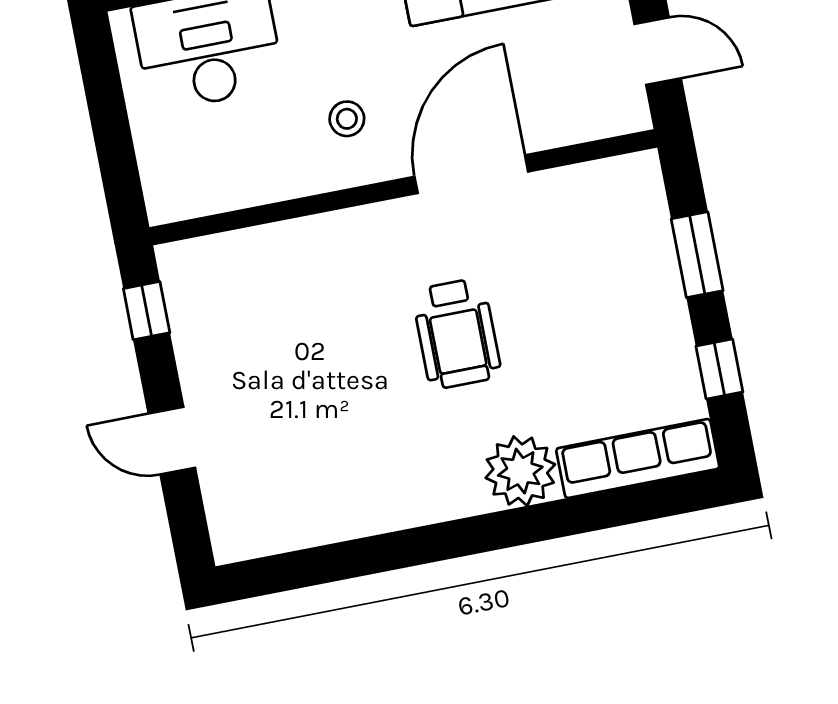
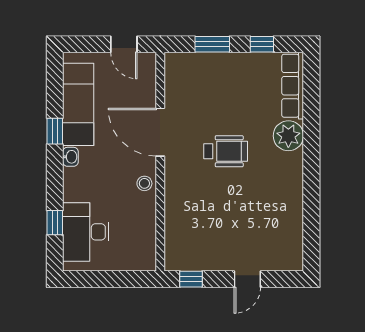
door: (658, 51) -> (124, 44), swing flipped
stool: (347, 119) -> (144, 183), moved

